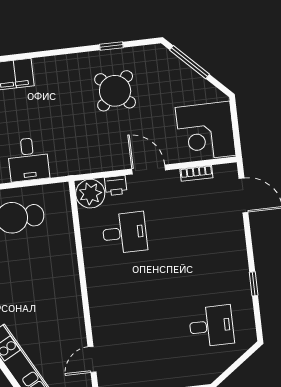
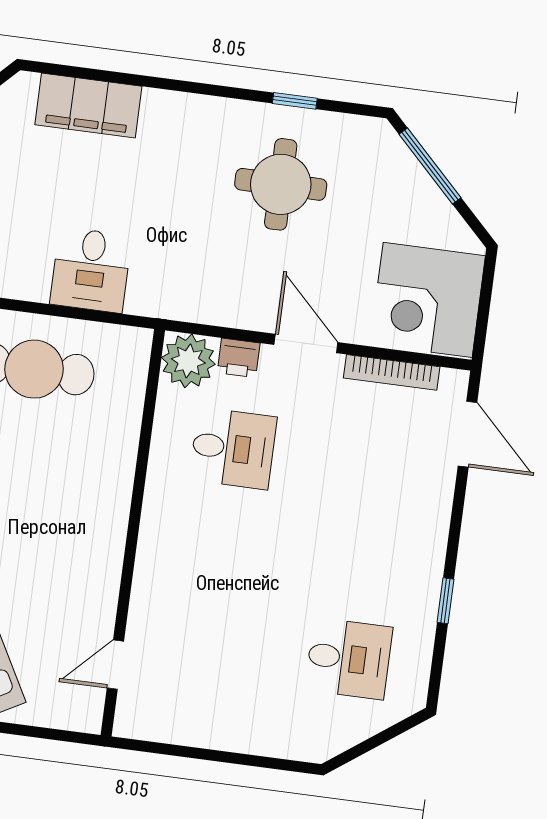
round table: (115, 91) -> (281, 184), turned 45
bookcase: (196, 173) -> (392, 372), width x1.56

